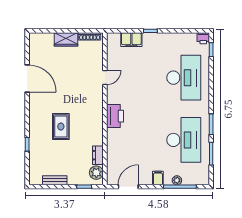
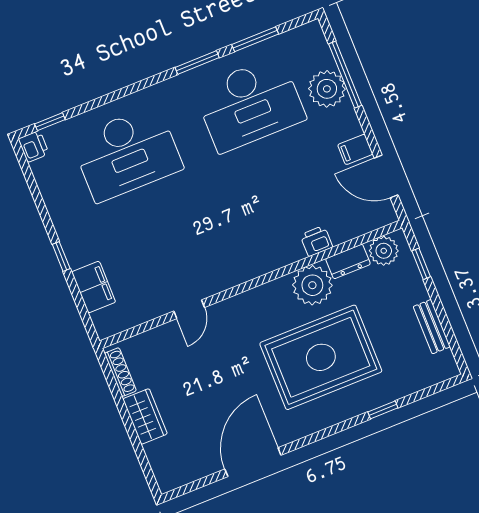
door: (105, 77) -> (189, 309), swing flipped
desk: (184, 78) -> (127, 153), turned 180
printer: (115, 116) -> (316, 241), moved, width x0.53, depth x0.68
rug: (61, 127) -> (321, 357), width x1.86, depth x2.06
plant: (94, 135) -> (312, 285), added
desk: (184, 140) -> (250, 104), turned 180
filing cabinet: (158, 178) -> (355, 149), moved
plant: (177, 180) -> (327, 89), width x1.88, depth x1.88

